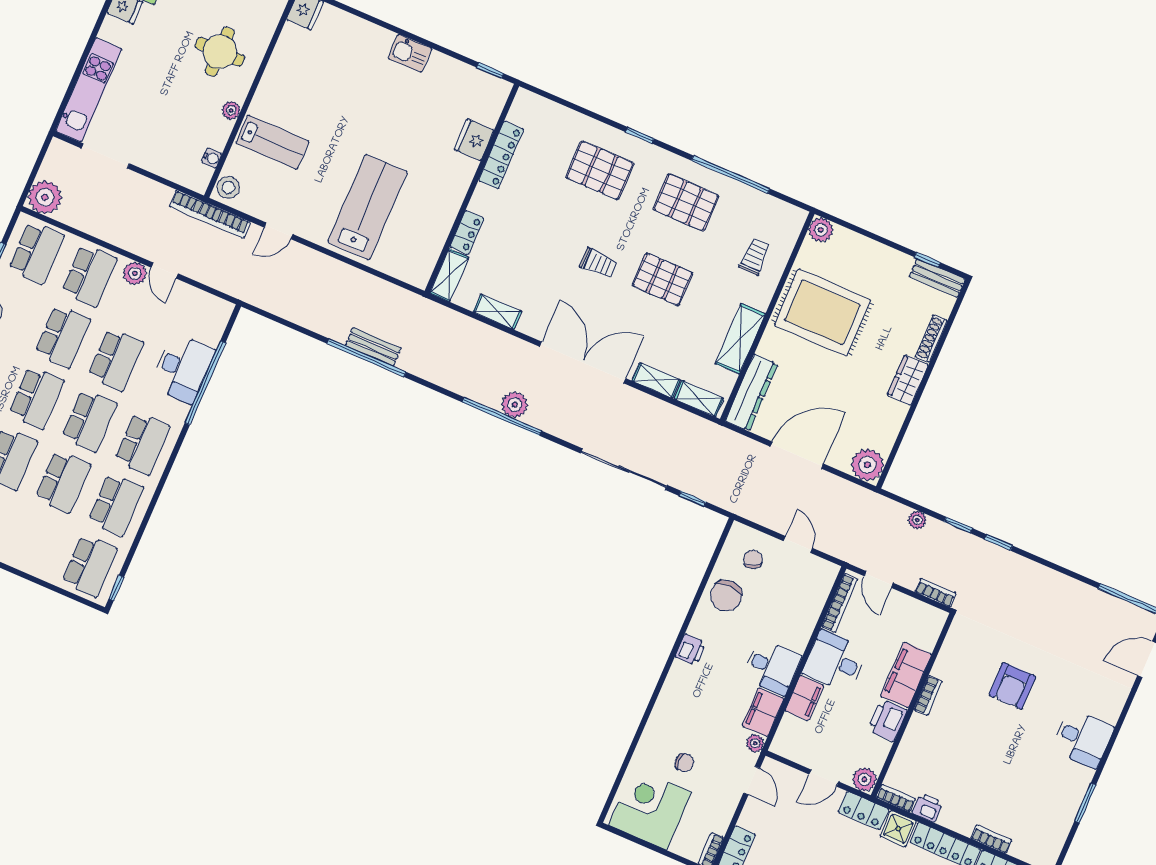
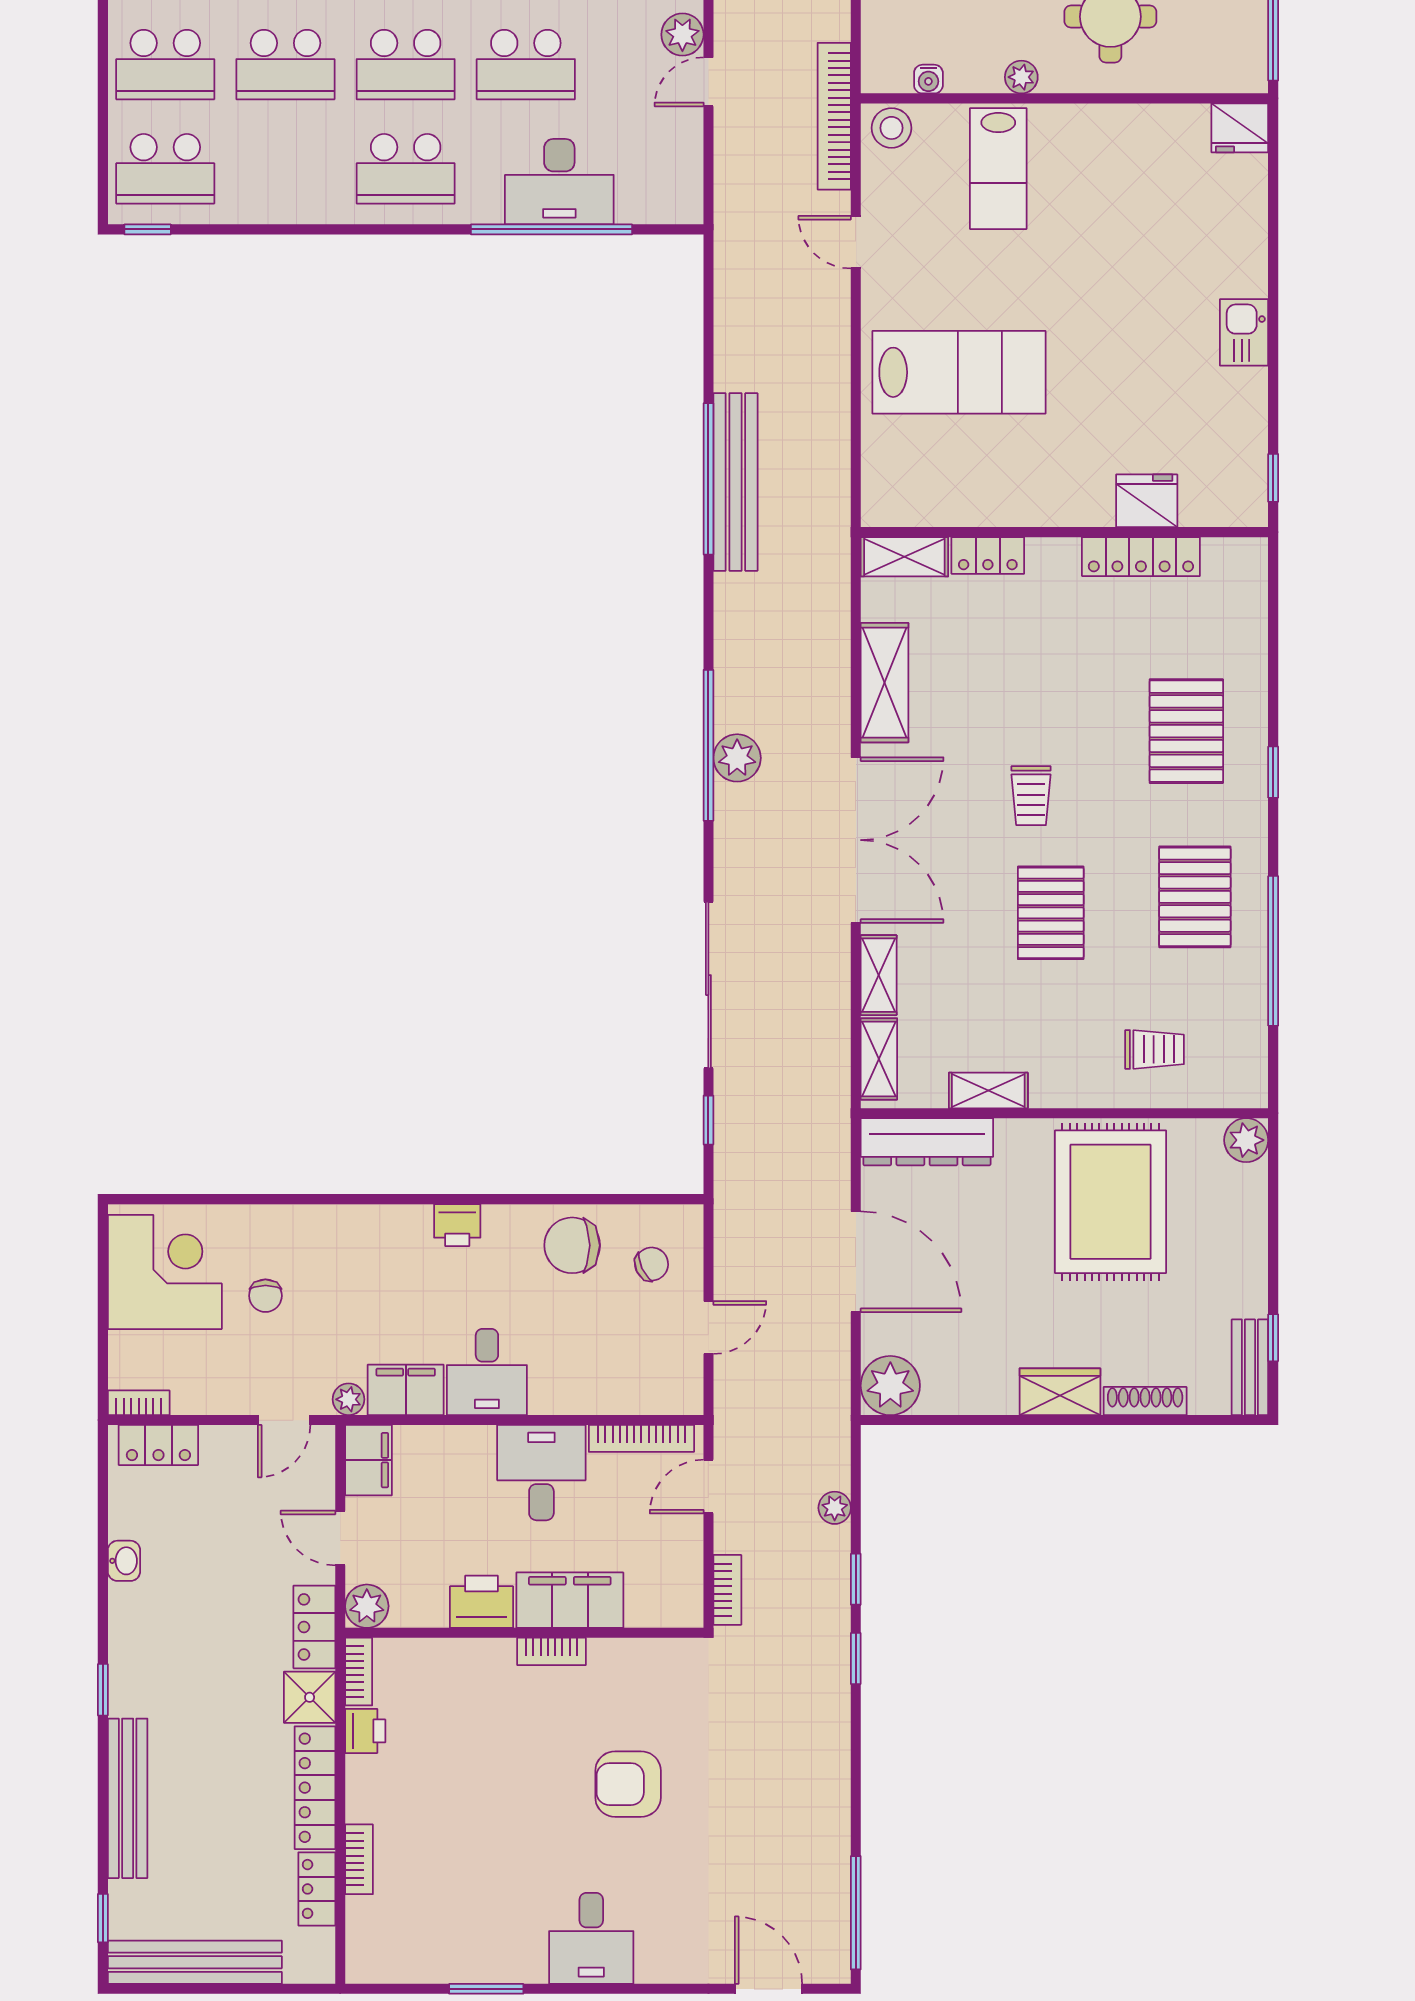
shelving: (497, 312) -> (885, 683), width x1.50, depth x1.33
shelving: (740, 339) -> (988, 1090), width x0.67, depth x0.75
bench: (373, 347) -> (735, 482), width x1.86, depth x1.21
school desk: (116, 505) -> (165, 65), moved
filing cabinet: (804, 698) -> (369, 1460), moved, turned -90

